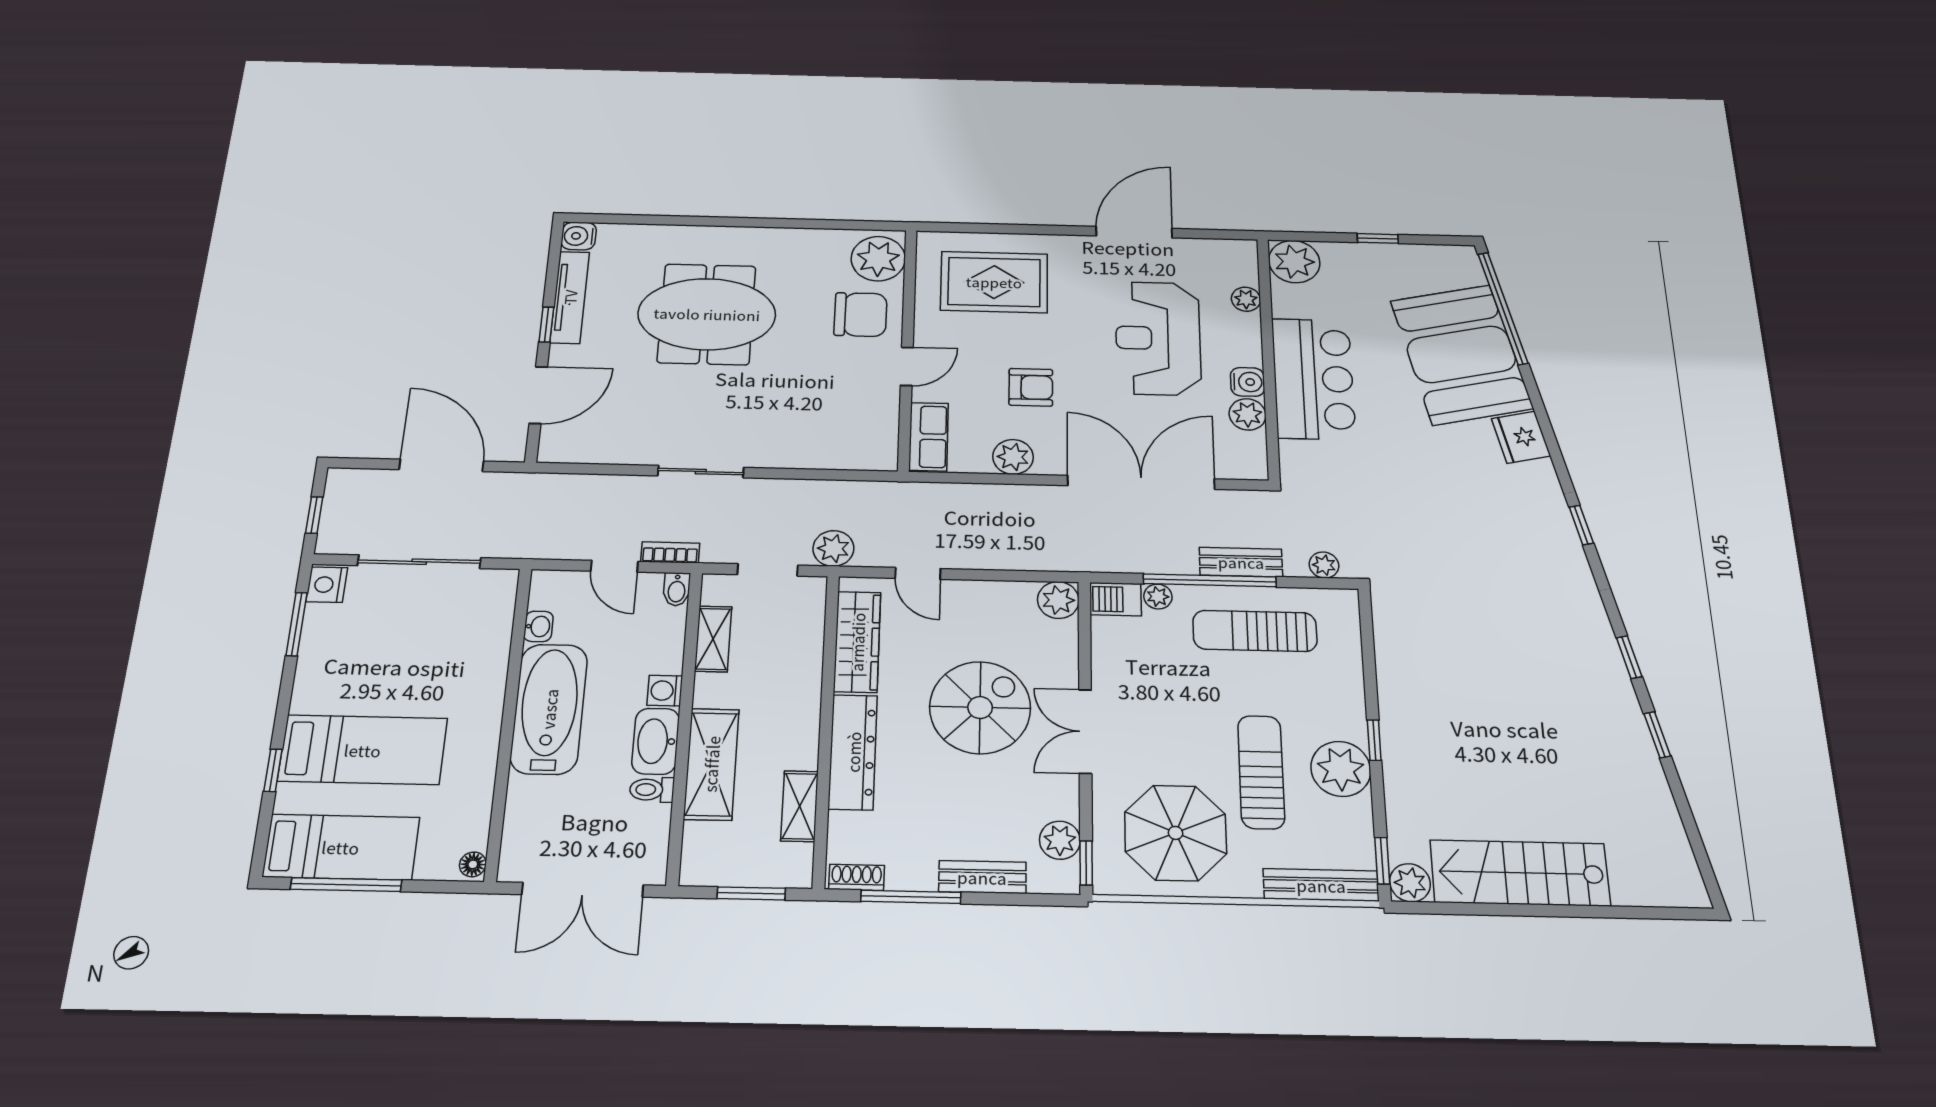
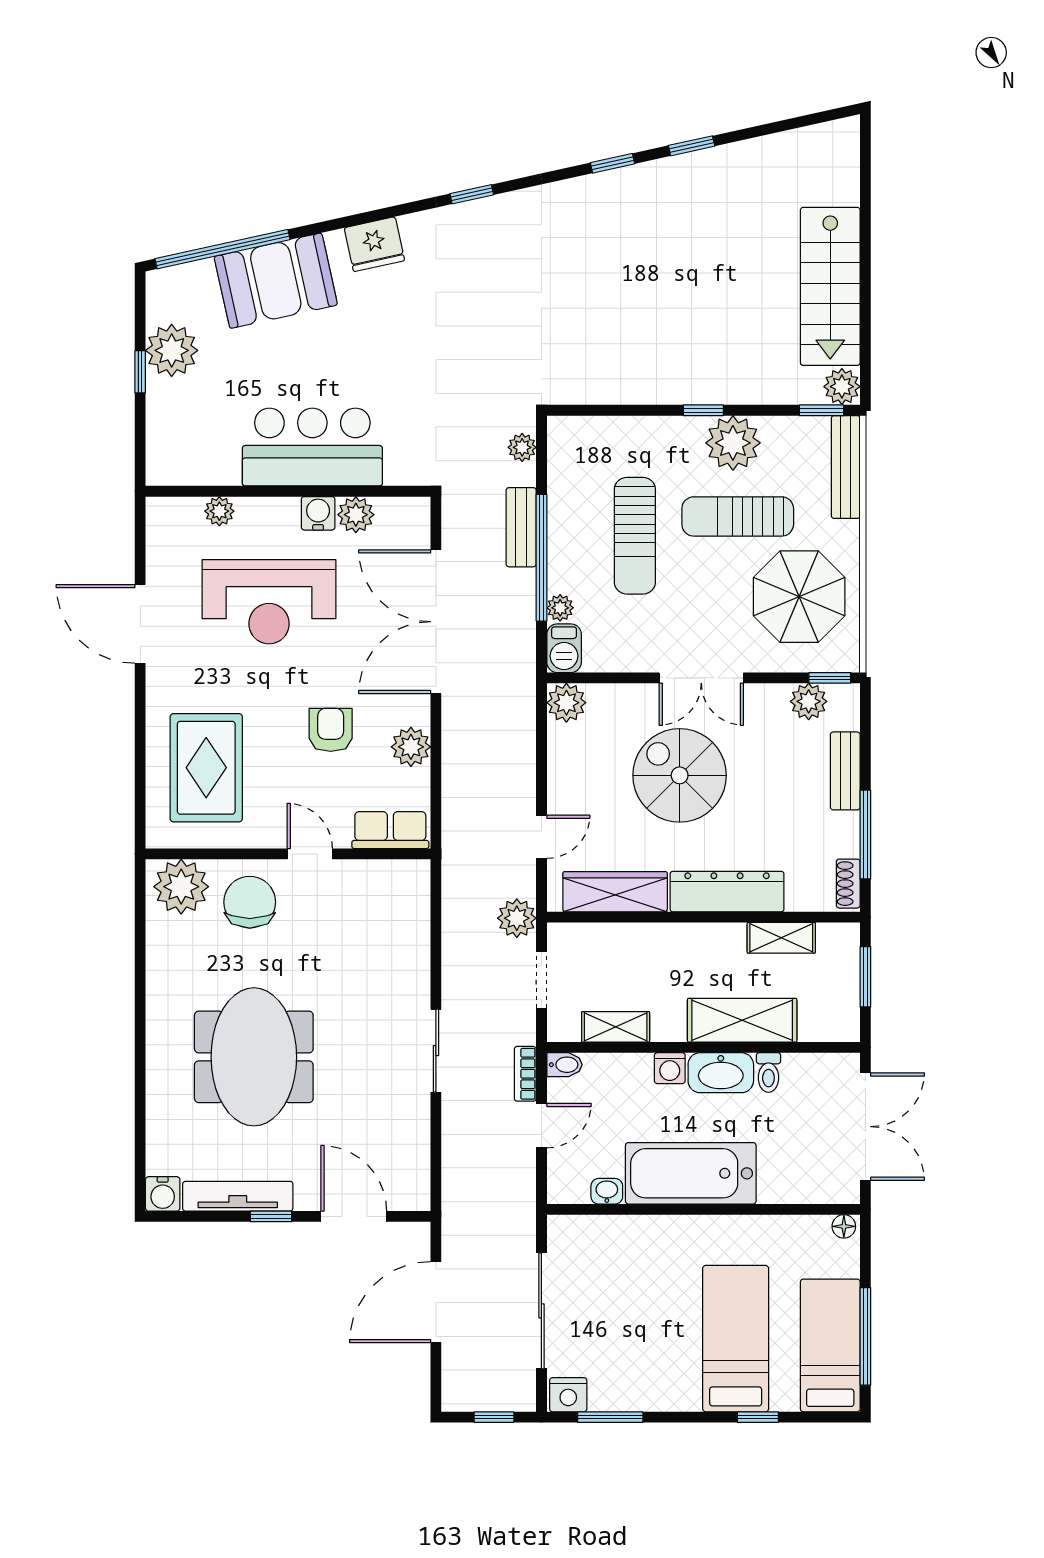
plant: (1294, 262) -> (172, 350), moved
booth: (1461, 354) -> (276, 281), width x0.73, depth x0.70
sun lounger: (1255, 631) -> (635, 536), moved

